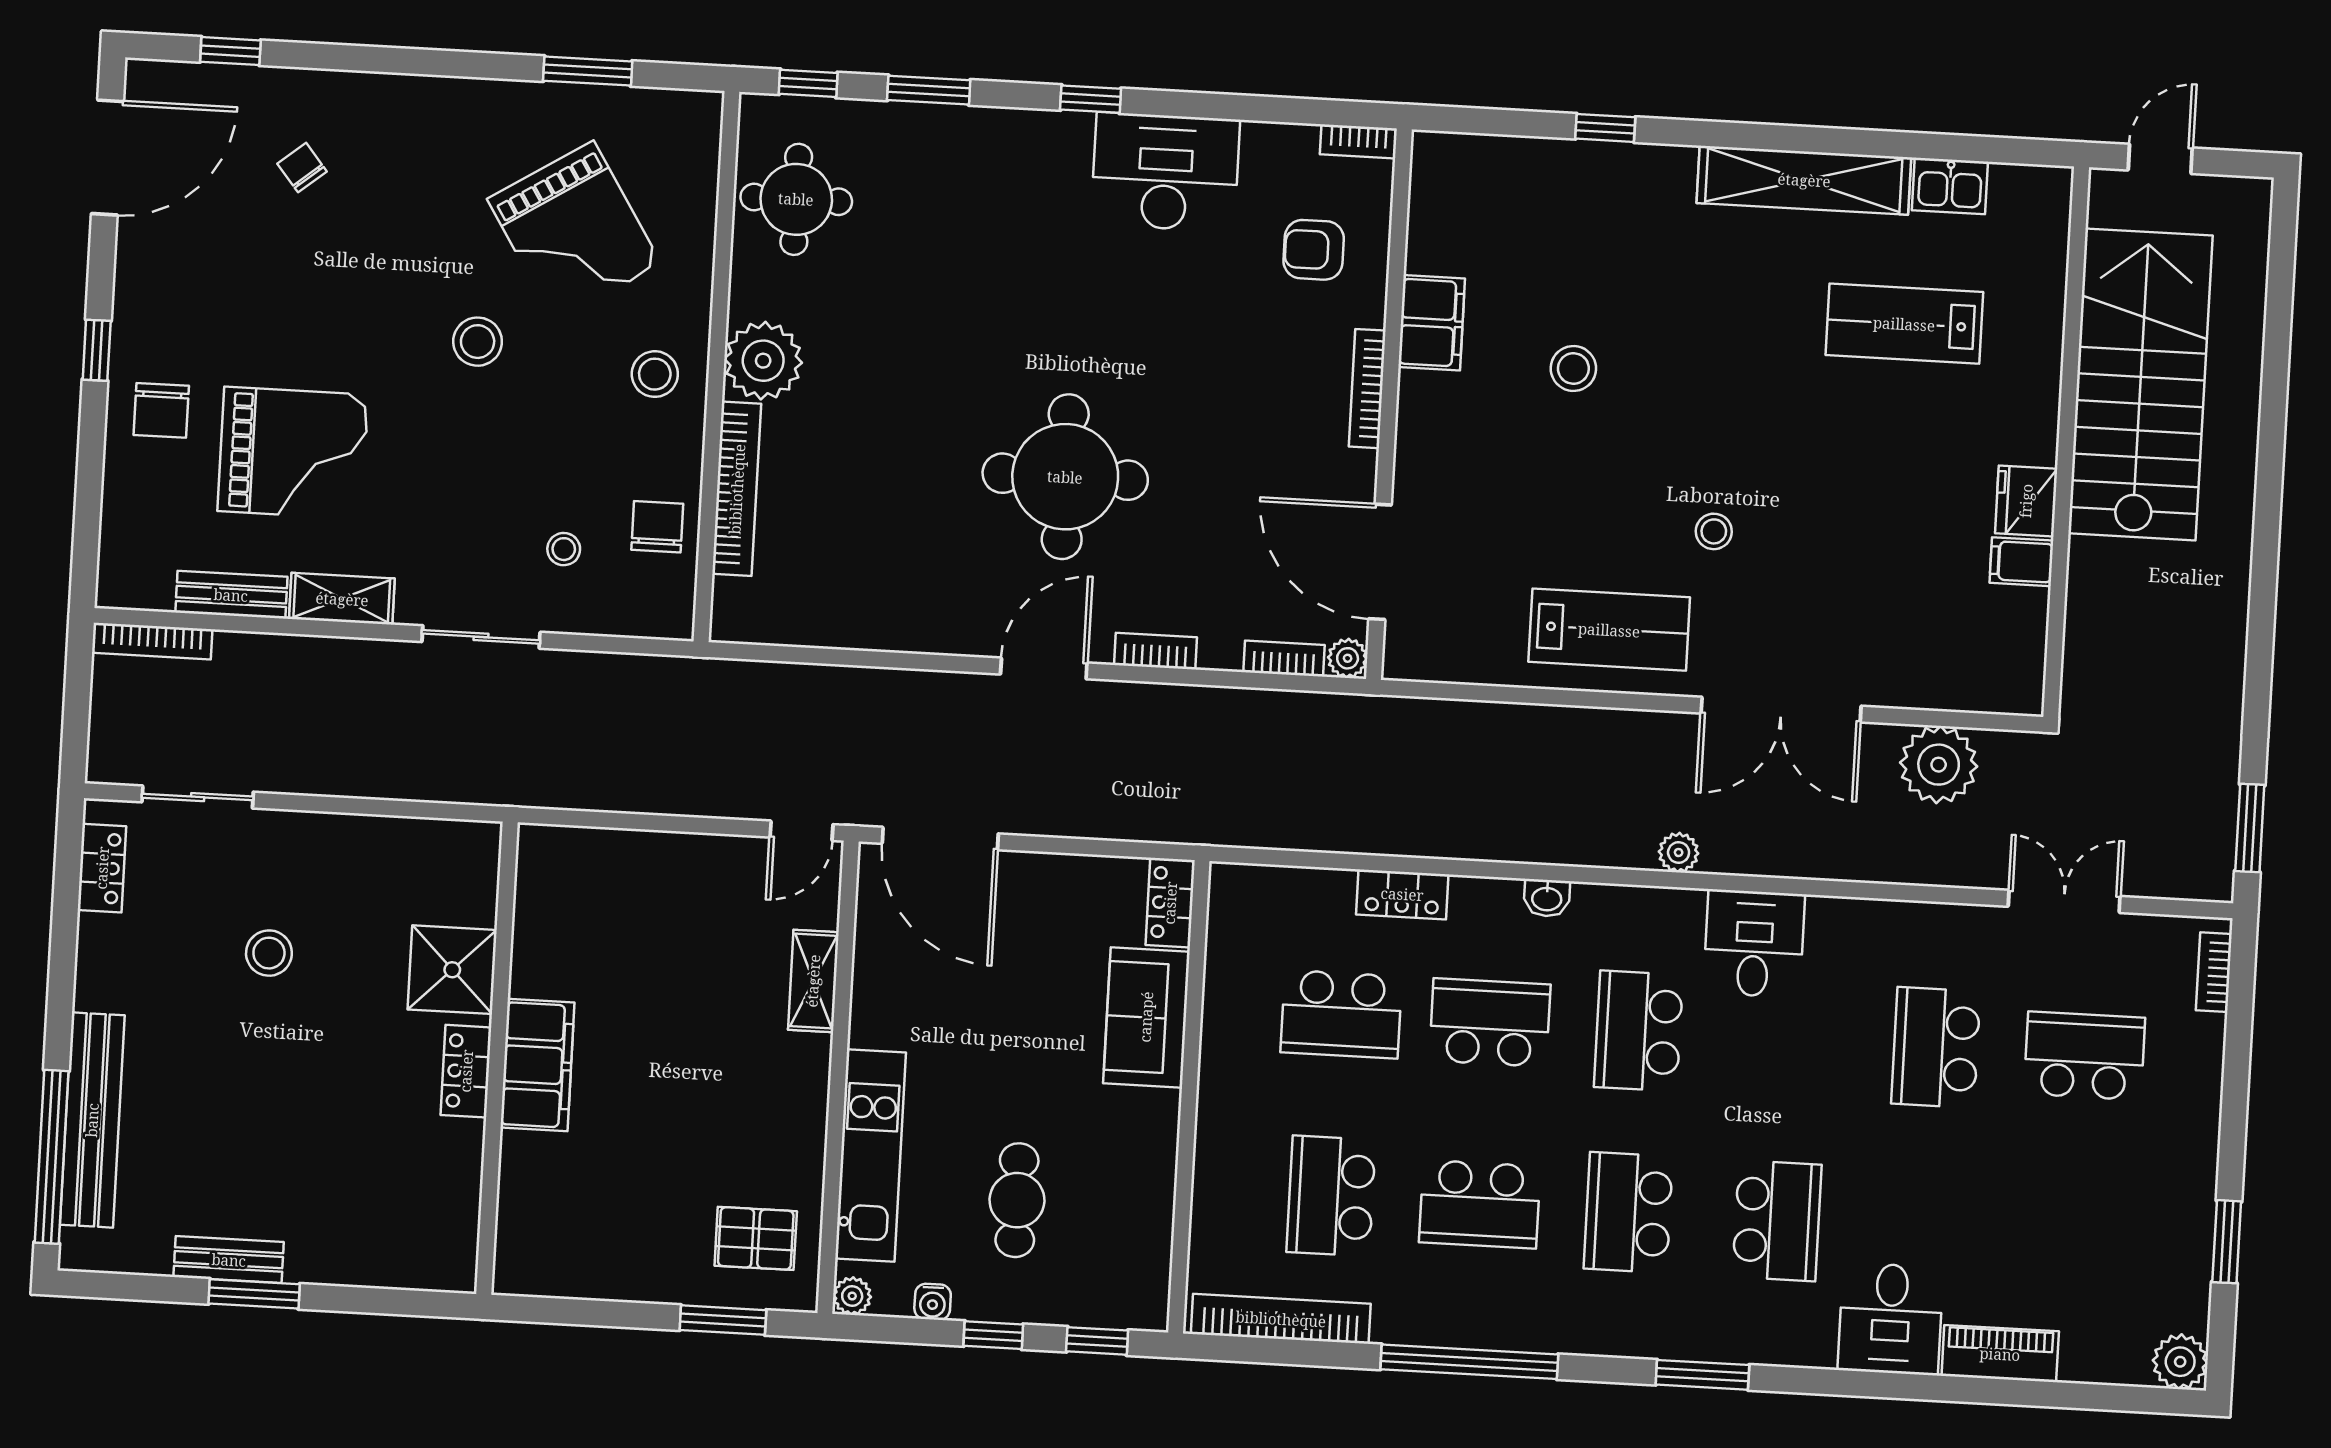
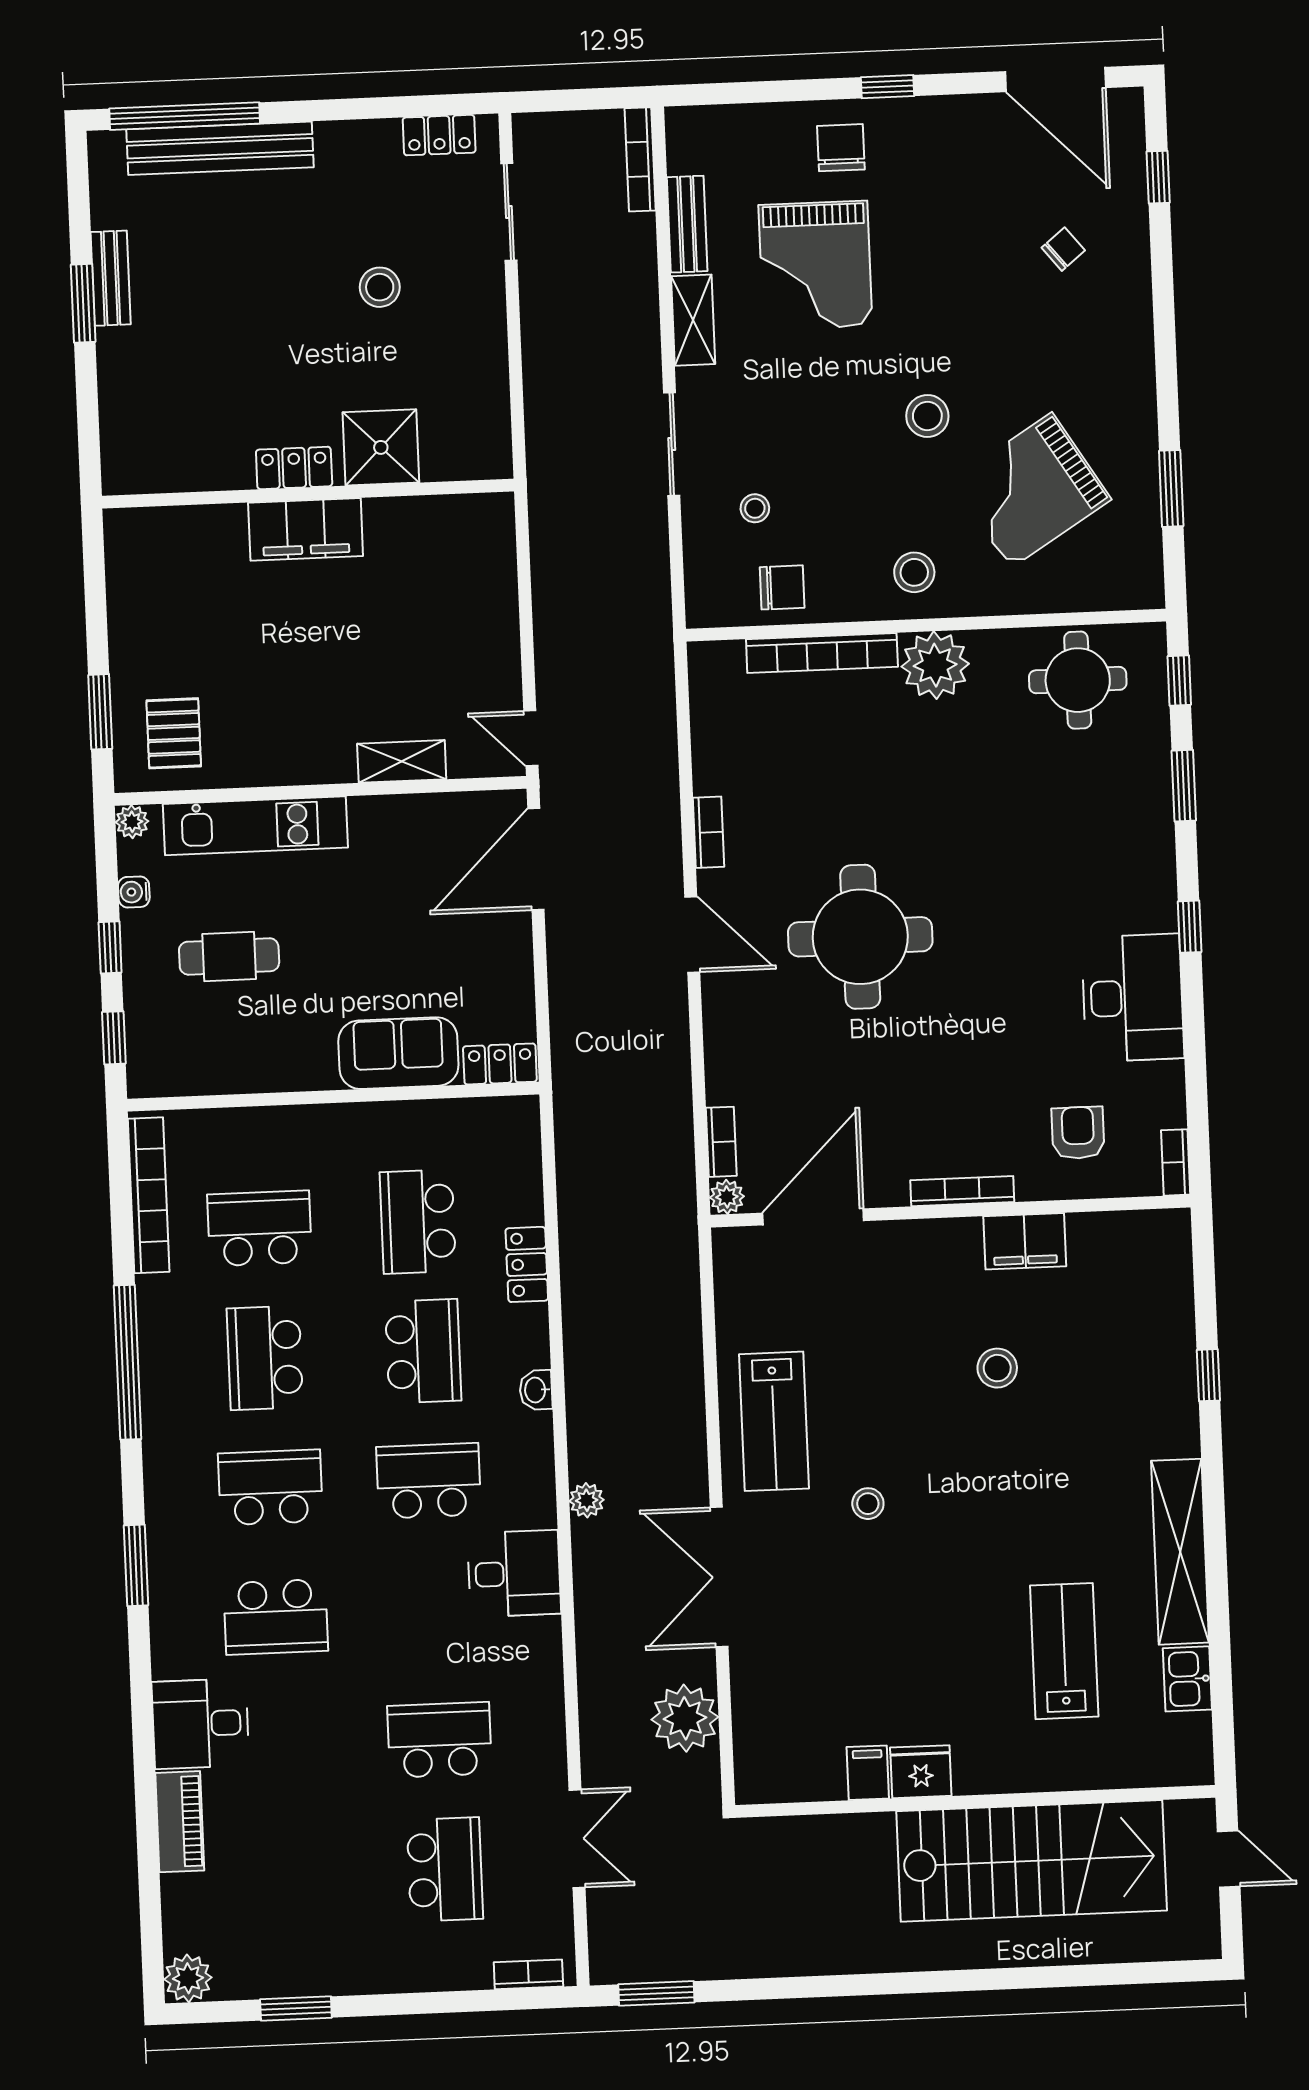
chair: (161, 410) -> (841, 148), turned 90
bookcase: (1156, 651) -> (708, 832), moved

